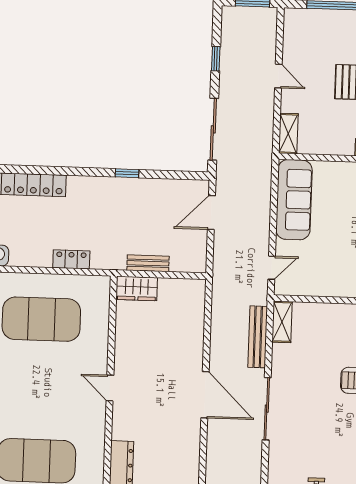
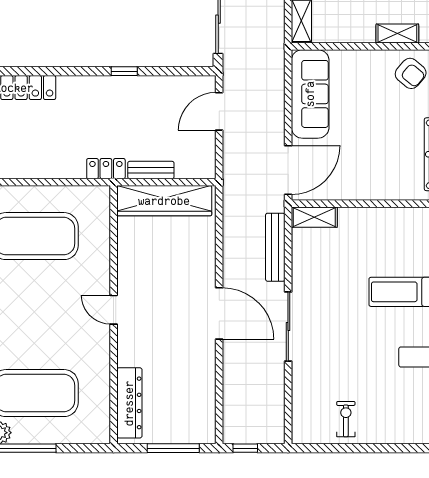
locker: (71, 259) -> (106, 169), moved
door: (272, 268) -> (288, 170), width x1.88
wardrobe: (137, 288) -> (164, 201), width x2.10, depth x1.17
shelving: (282, 322) -> (314, 217), moved, turned 90

